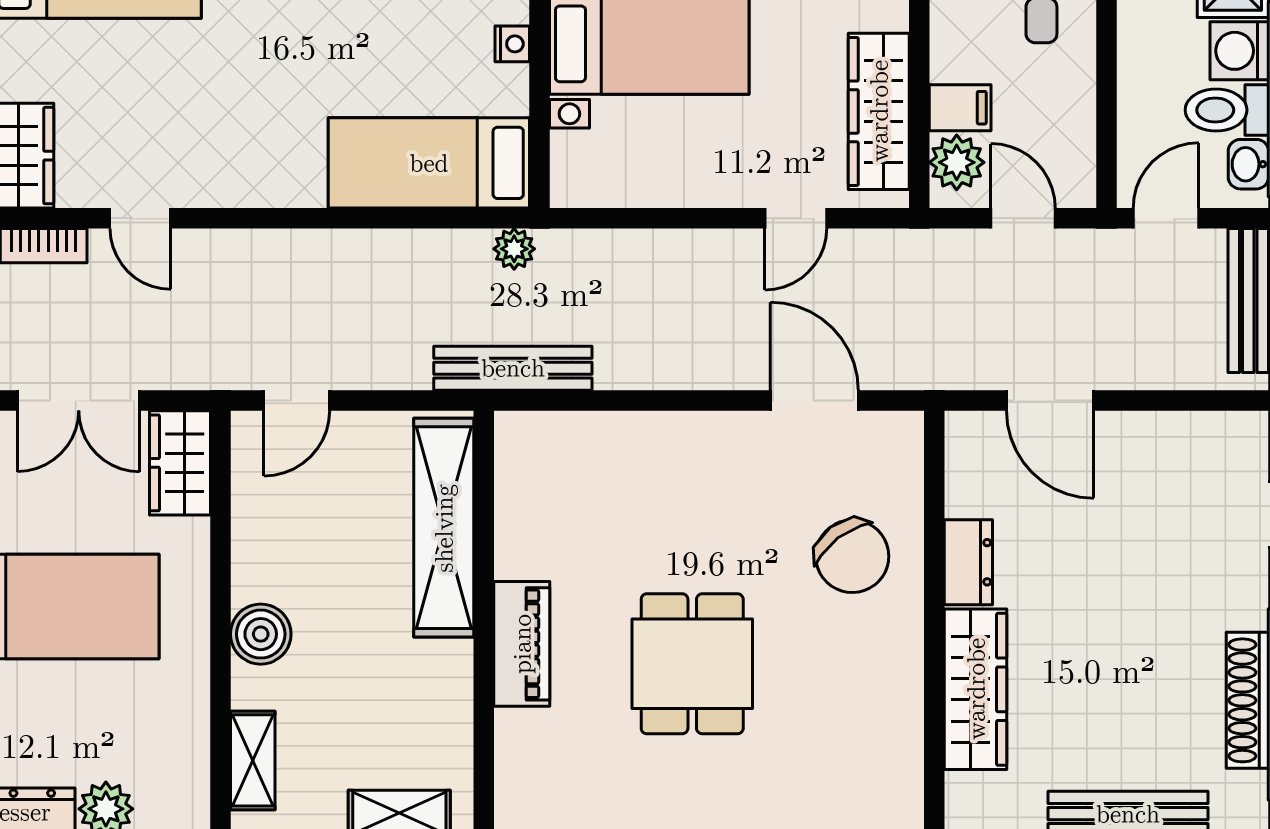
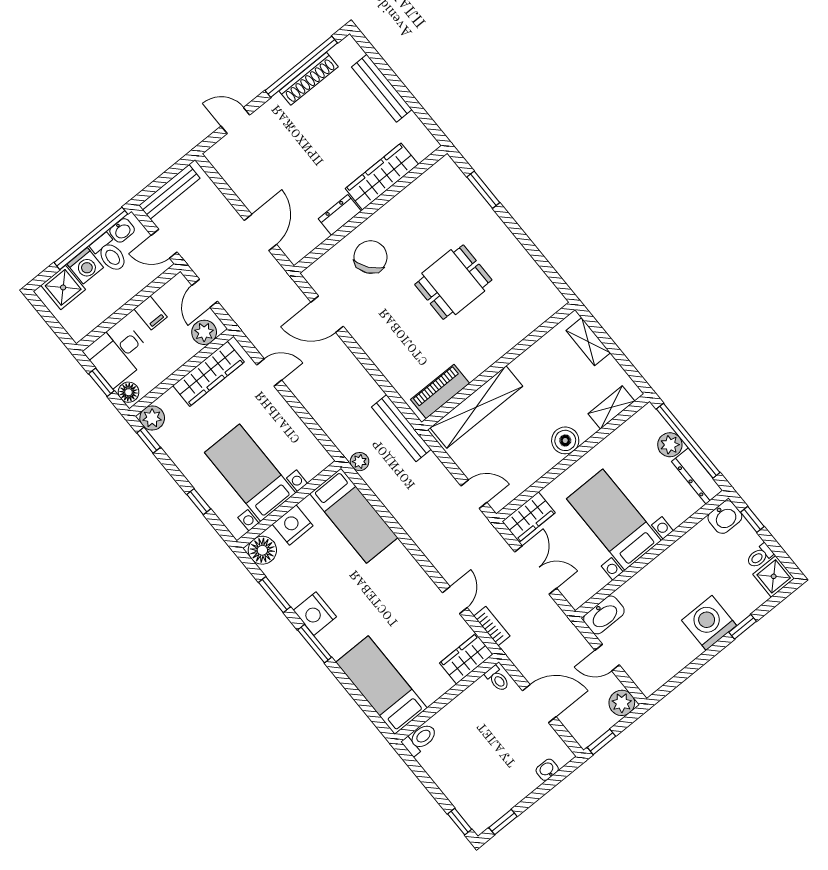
nightstand: (512, 44) -> (293, 525), width x1.89, depth x1.79
filing cabinet: (960, 108) -> (151, 313), moved, turned 180
door: (814, 400) -> (327, 314), hinge flipped
piano: (522, 644) -> (440, 391), moved

